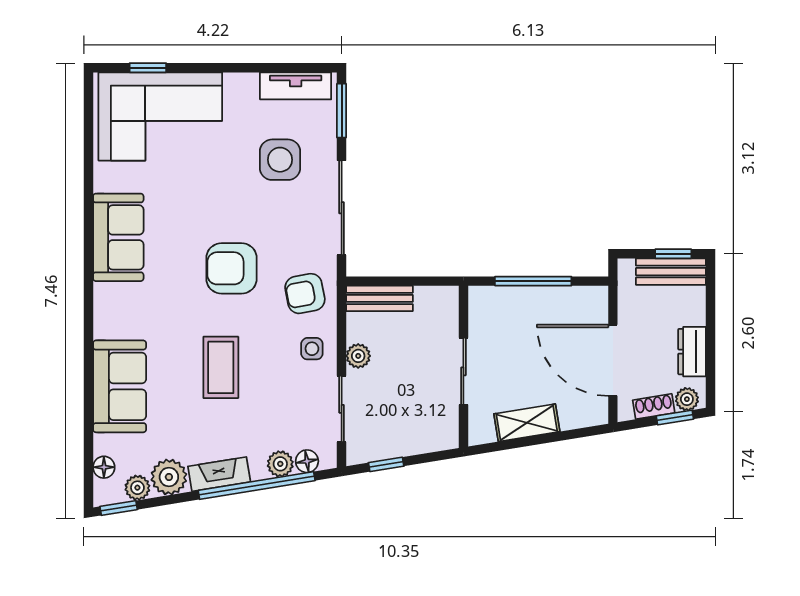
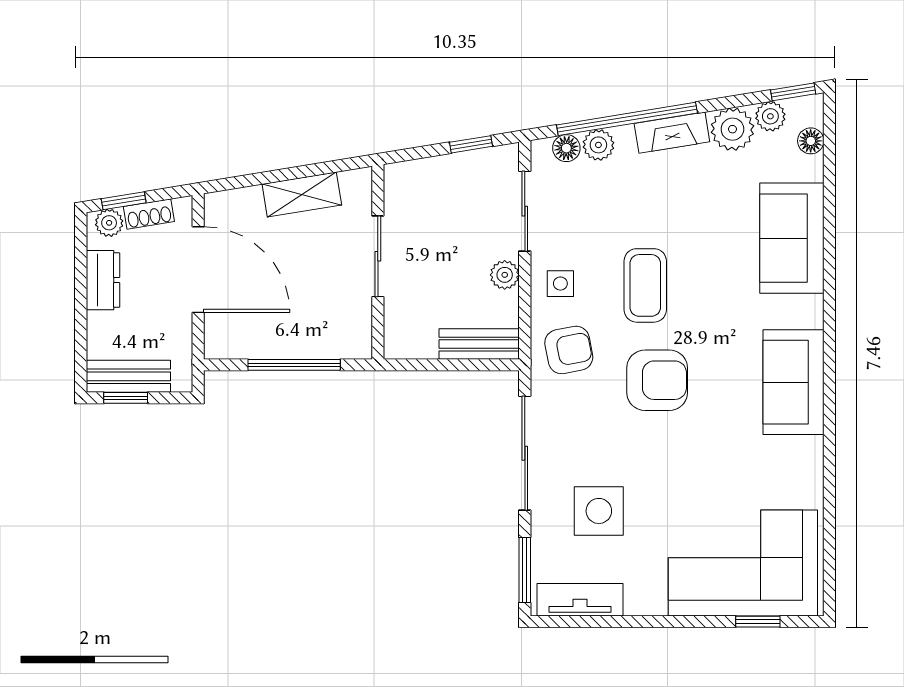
sofa: (118, 237) -> (793, 382), moved
coffee table: (221, 367) -> (645, 285), moved

